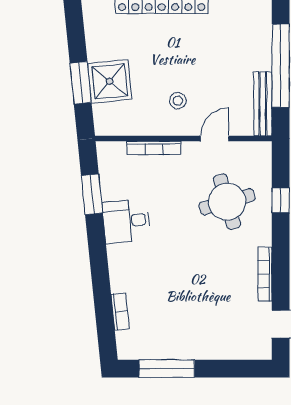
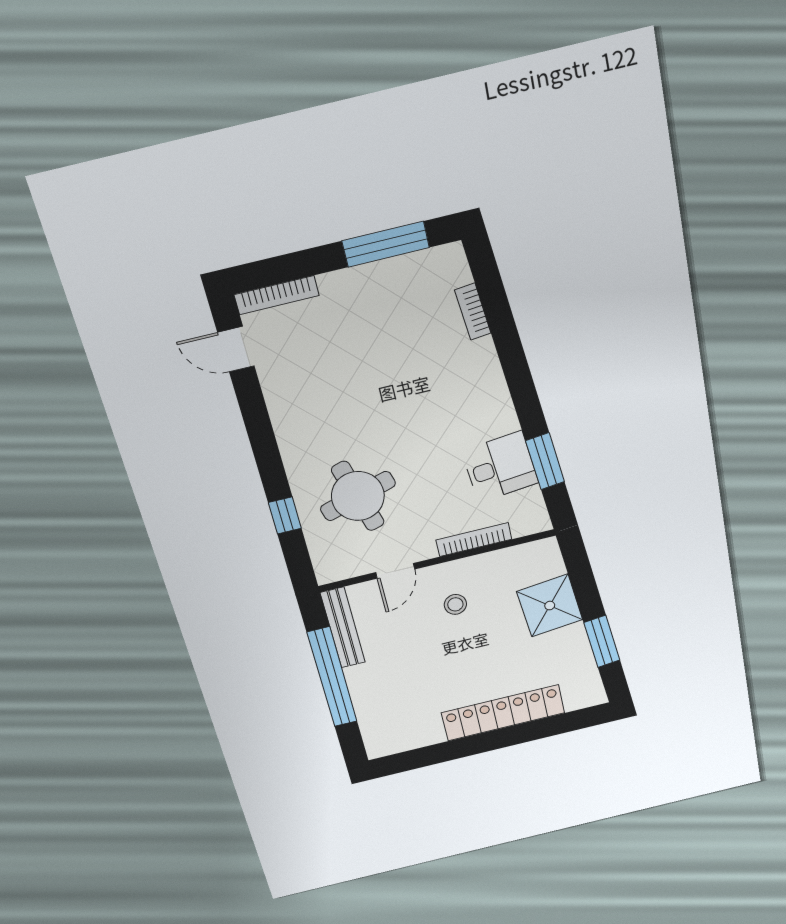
window: (81, 83) -> (602, 641), moved
desk: (126, 221) -> (500, 467), moved
bookcase: (265, 274) -> (277, 295), moved, turned 90

